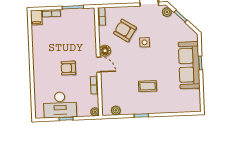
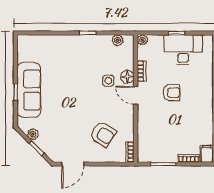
plant: (167, 12) -> (33, 134), moved
side table: (145, 42) -> (108, 81), moved
floor lamp: (105, 51) -> (127, 77), moved
coffee table: (148, 86) -> (79, 67), removed

